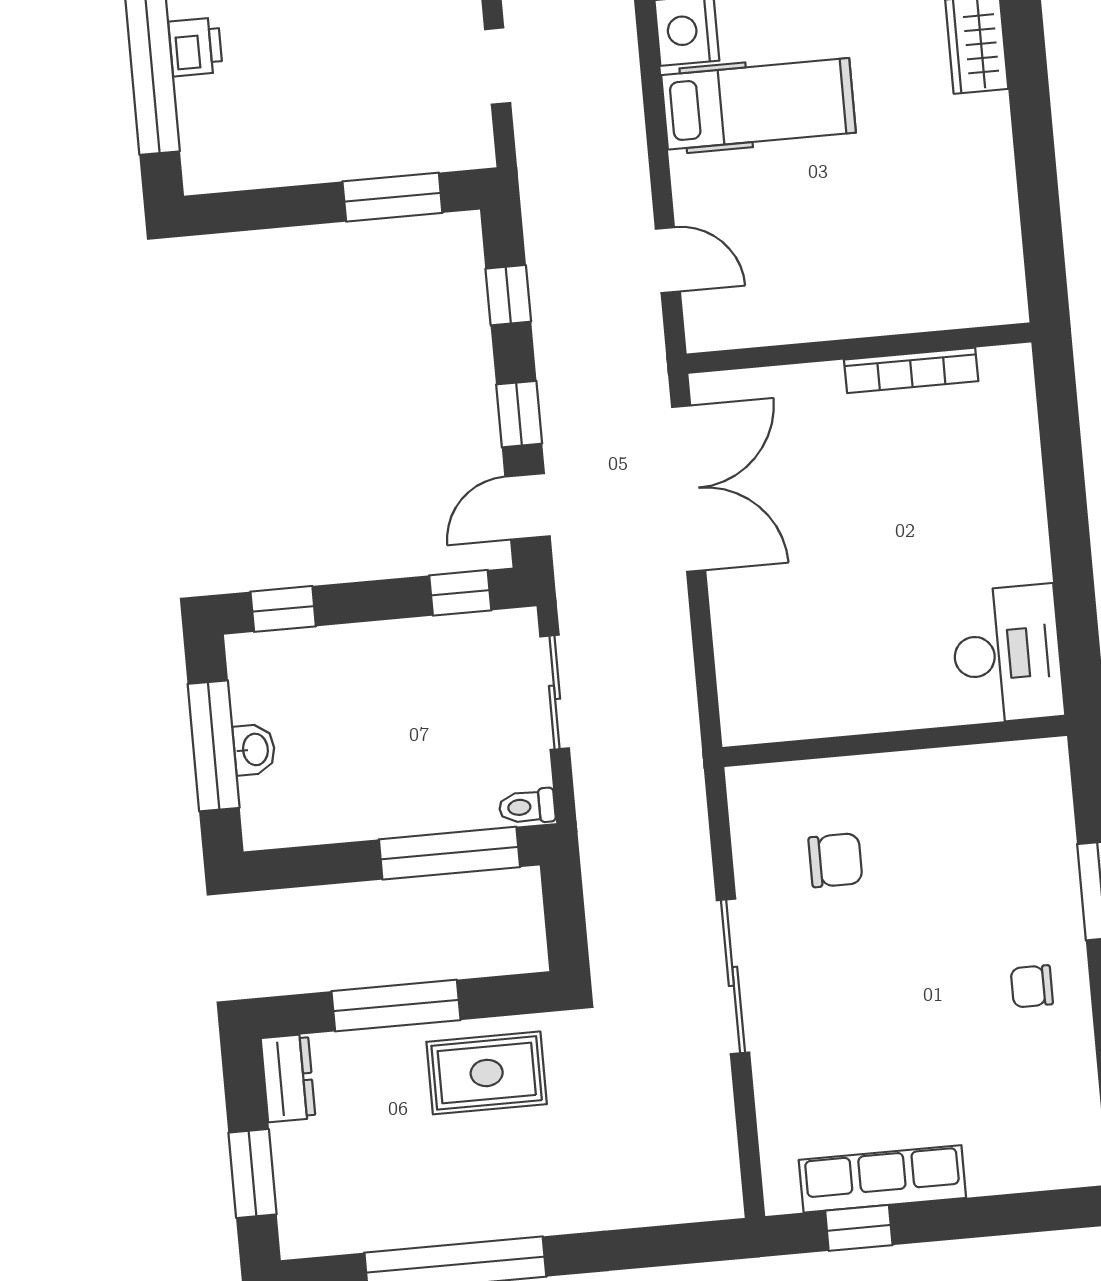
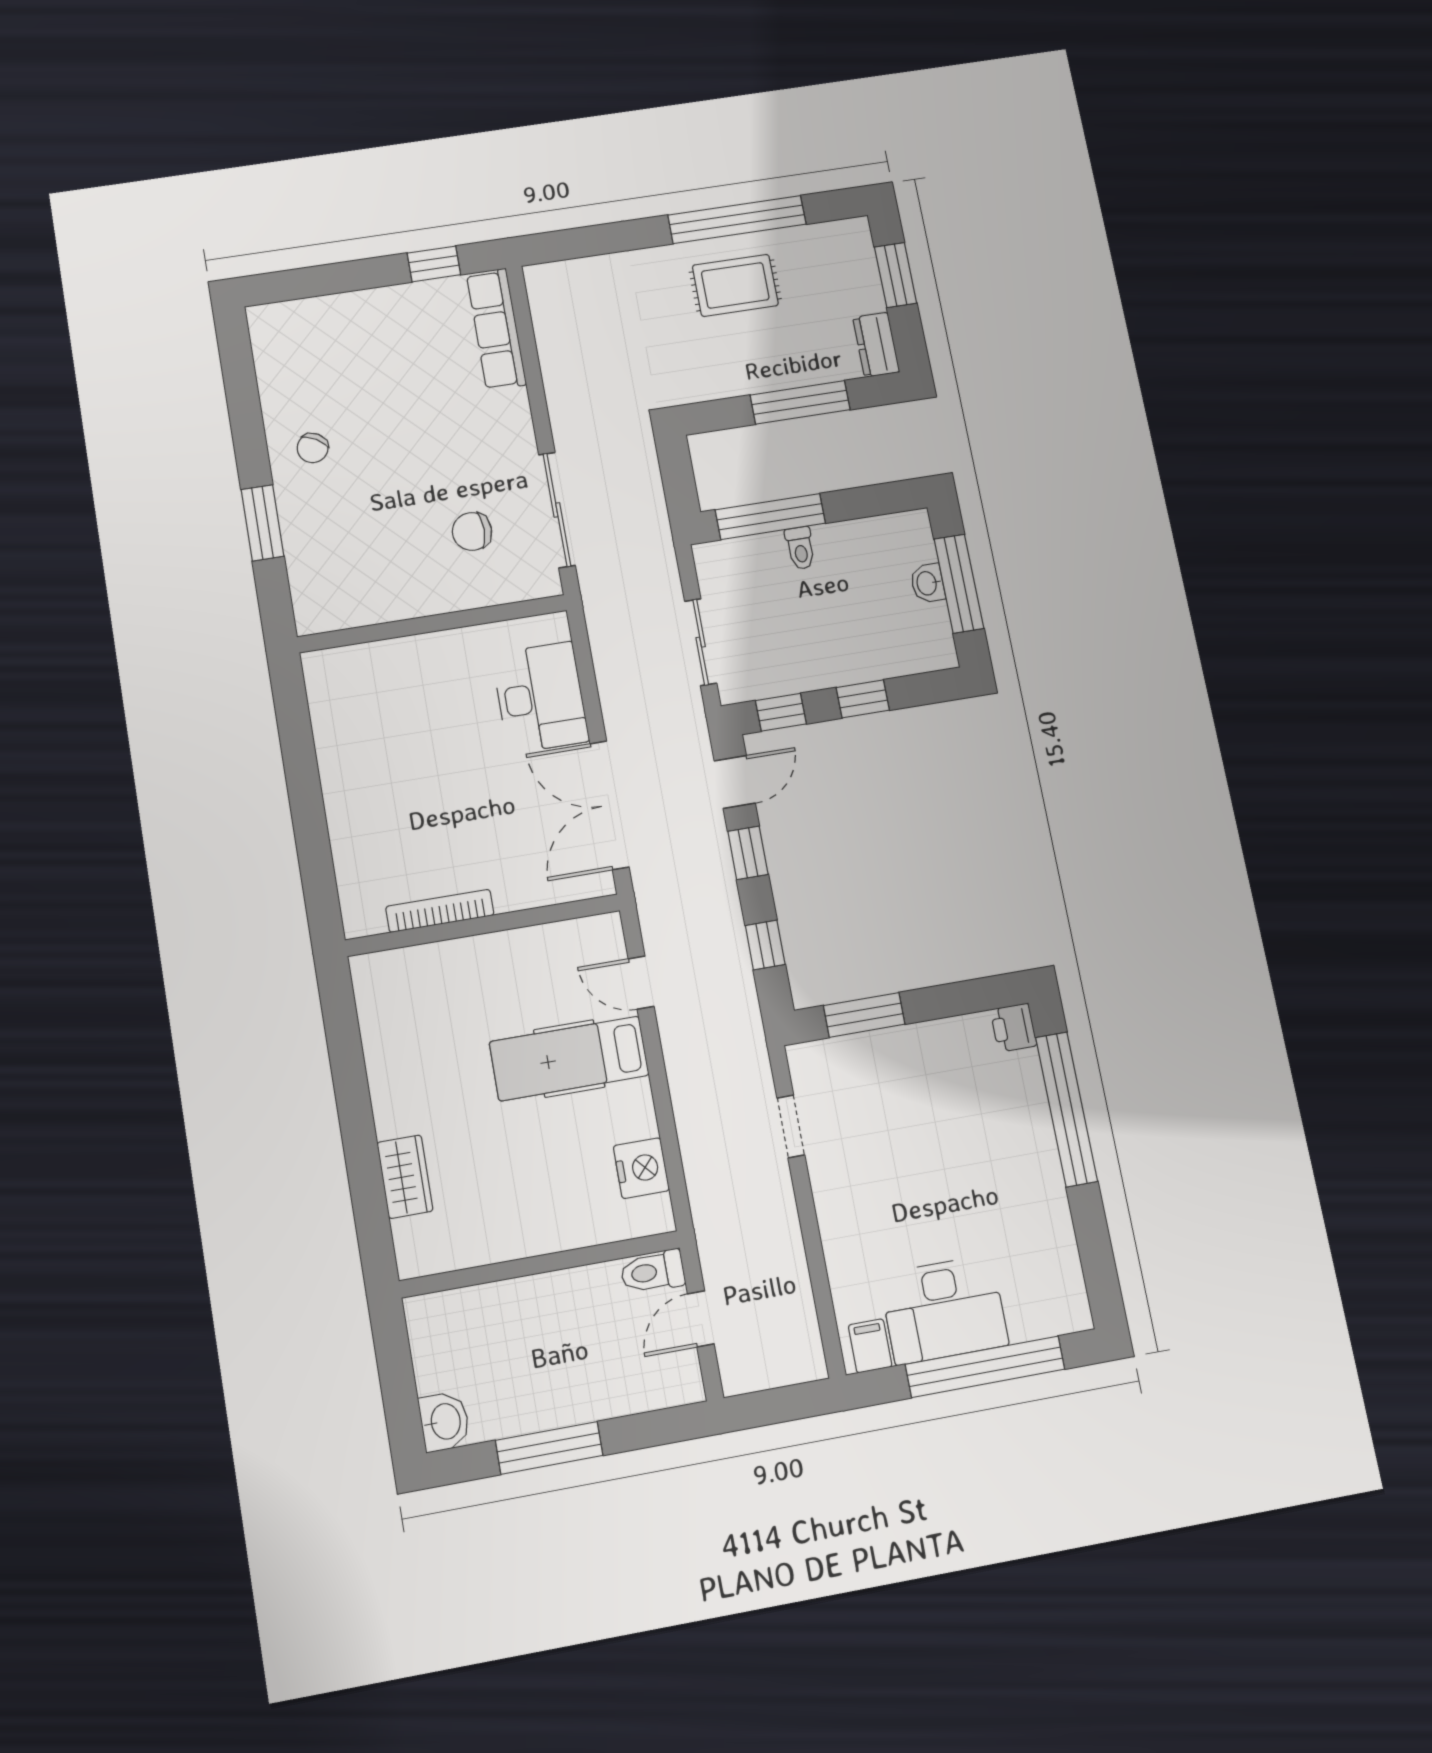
printer: (195, 47) -> (1014, 1028), moved
hospital bed: (759, 104) -> (569, 1058), moved
window: (283, 609) -> (863, 699), moved
desk: (1007, 654) -> (540, 697), moved, turned 180
toilet: (527, 807) -> (800, 548), moved, turned 90
sliding door: (733, 976) -> (557, 510), moved
chair: (1032, 986) -> (313, 448), turned 121
rug: (487, 1073) -> (735, 285), moved
row of seats: (882, 1179) -> (496, 329), moved, turned 90

